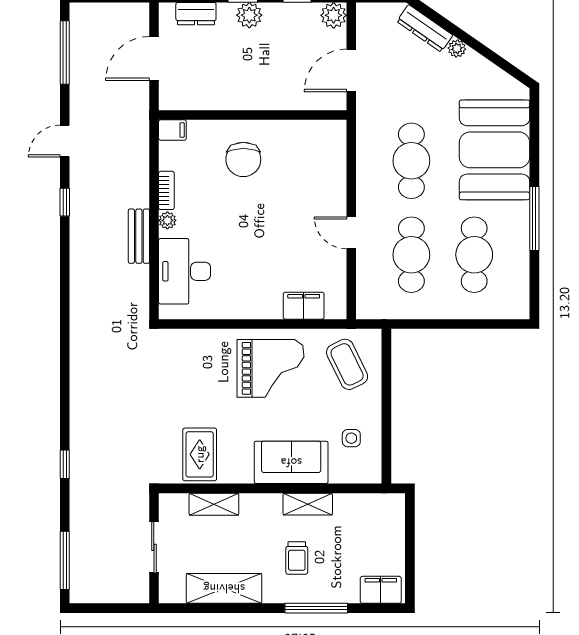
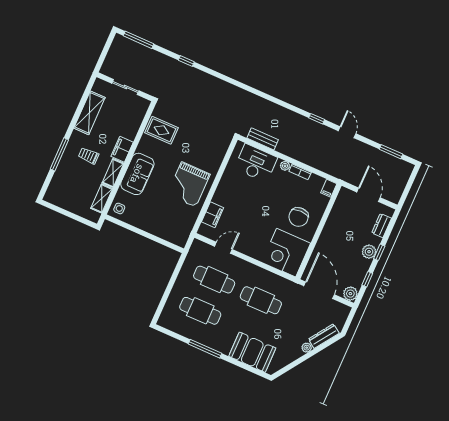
window: (65, 53) -> (391, 152), width x0.69
door: (351, 70) -> (319, 290), width x1.36
booth: (495, 150) -> (252, 352), width x0.73, depth x0.70
corner desk: (312, 154) -> (286, 253), added
chair: (243, 159) -> (299, 217), turned -90
door: (351, 233) -> (223, 248), moved
bench: (139, 236) -> (263, 139), moved
coffee table: (347, 364) -> (174, 223), removed
side table: (351, 438) -> (119, 208), moved
shelving: (214, 504) -> (102, 198), moved
filing cabinet: (381, 590) -> (122, 149), moved, turned 180

